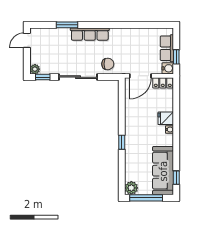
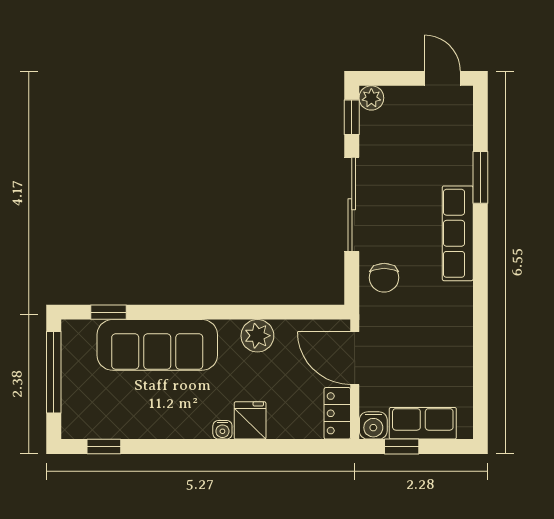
window: (122, 142) -> (108, 312), moved
sofa: (163, 171) -> (157, 345), moved, turned 180
plant: (131, 188) -> (257, 336), moved

